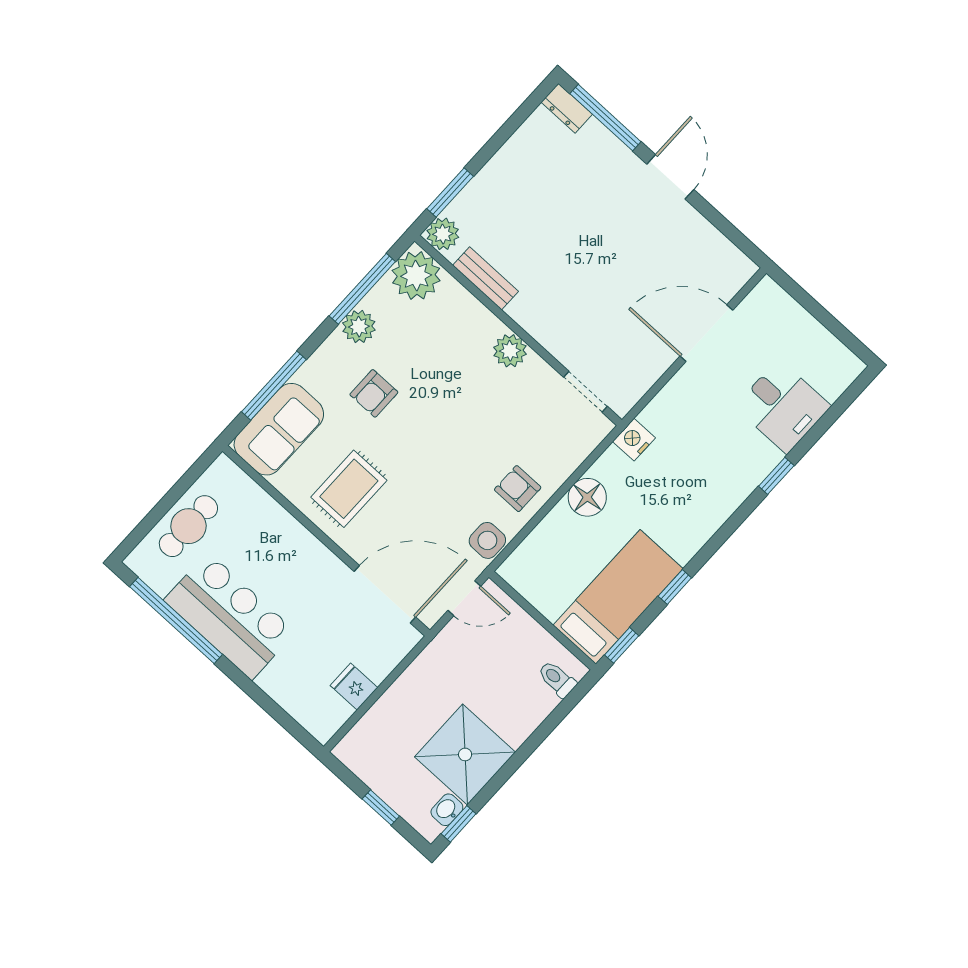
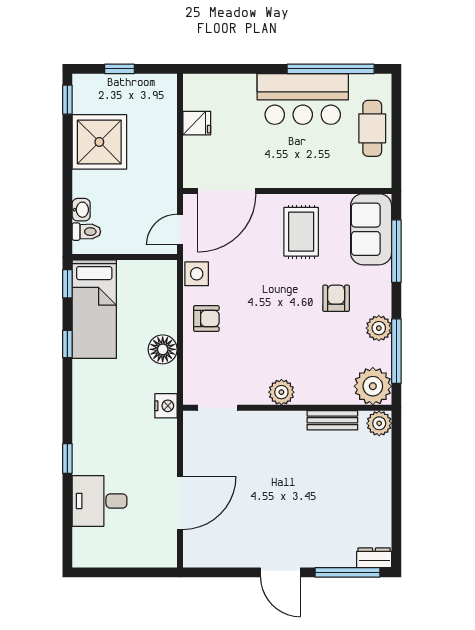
window: (450, 193) -> (396, 450), removed
washbasin: (447, 810) -> (81, 210), moved

